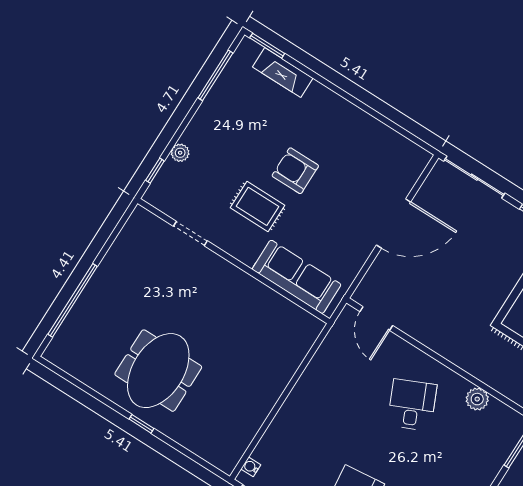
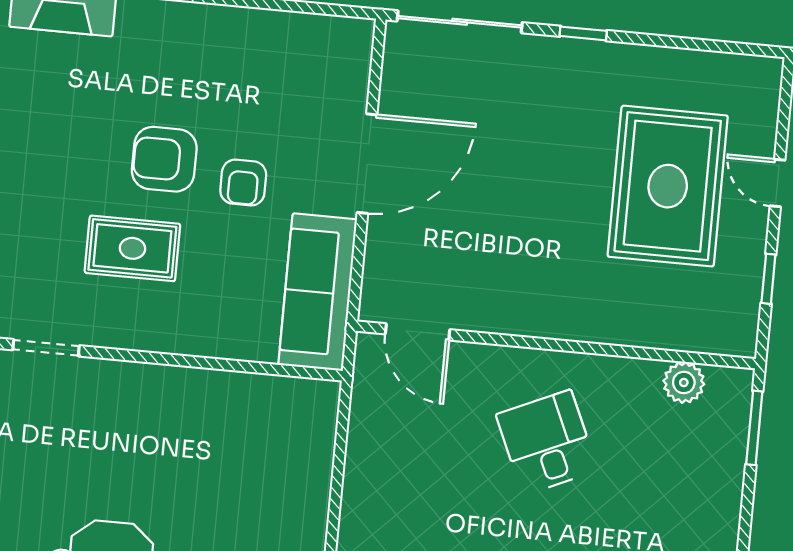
armchair: (328, 202) -> (243, 183), added
sofa: (297, 277) -> (318, 292), moved, turned -90
plant: (477, 399) -> (684, 382), moved

